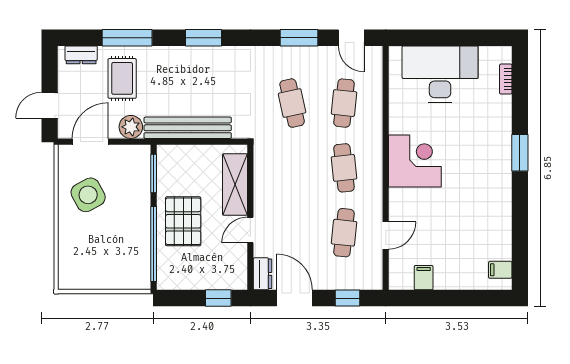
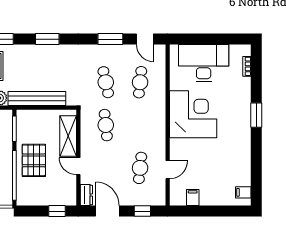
corner desk: (415, 161) -> (193, 114), width x1.36, depth x1.36
cafe table: (344, 168) -> (106, 125), moved
door: (250, 230) -> (78, 166), hinge flipped

